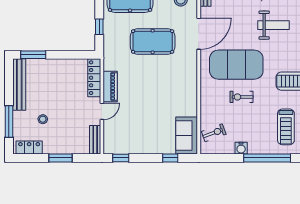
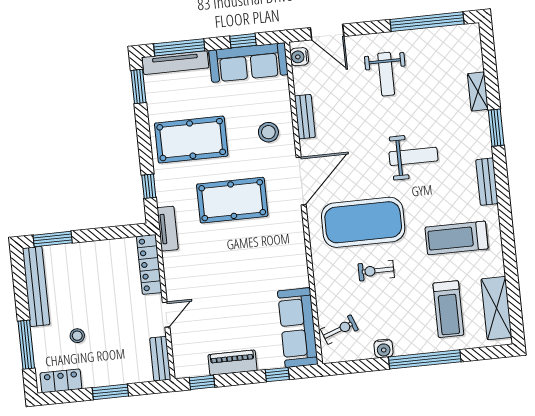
tv unit: (109, 56) -> (168, 229), added
piano: (110, 86) -> (233, 363), moved, turned -90
sofa: (187, 135) -> (298, 328), width x1.36

